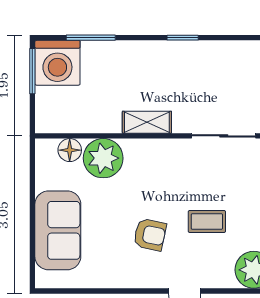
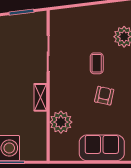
floor lamp: (70, 150) -> (56, 141), removed

